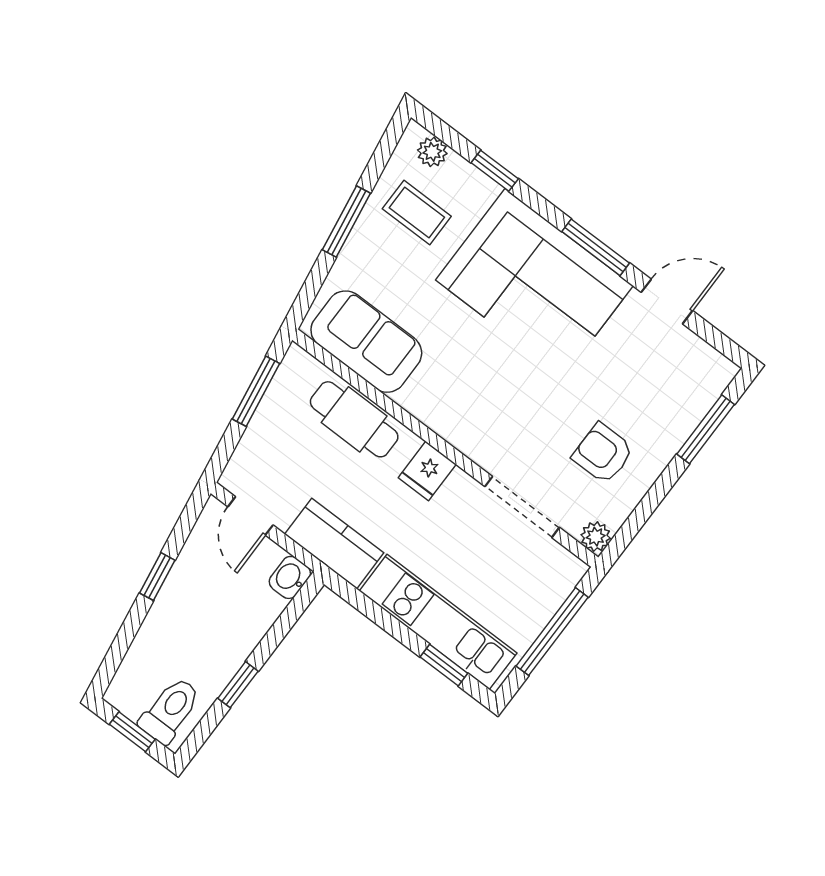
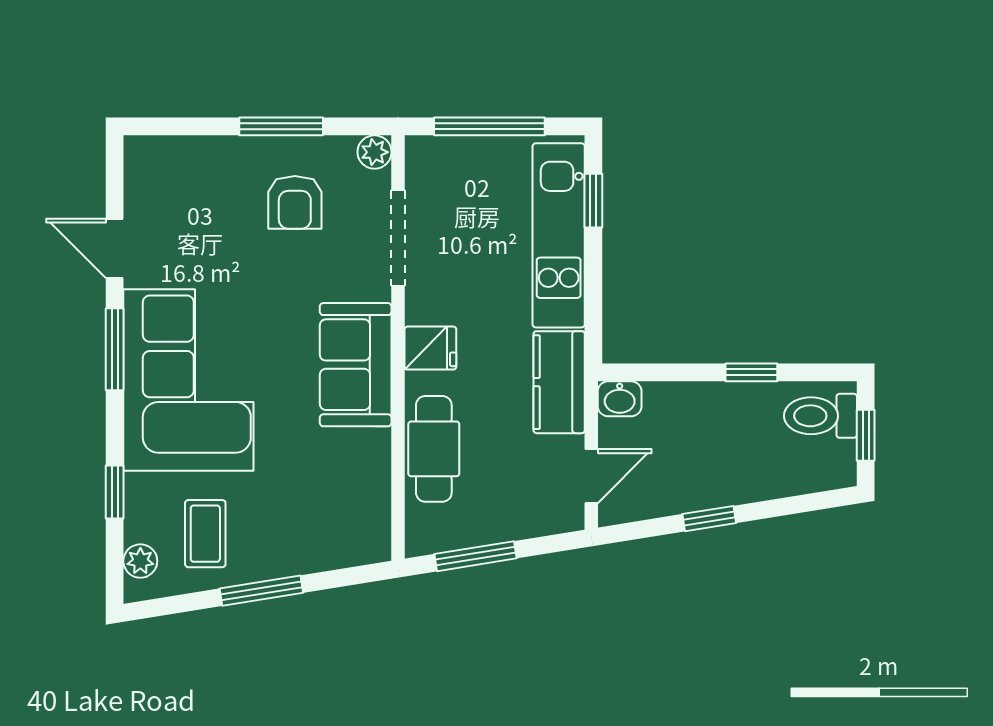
sofa: (366, 342) -> (356, 365), moved
window: (706, 429) -> (281, 126), moved

